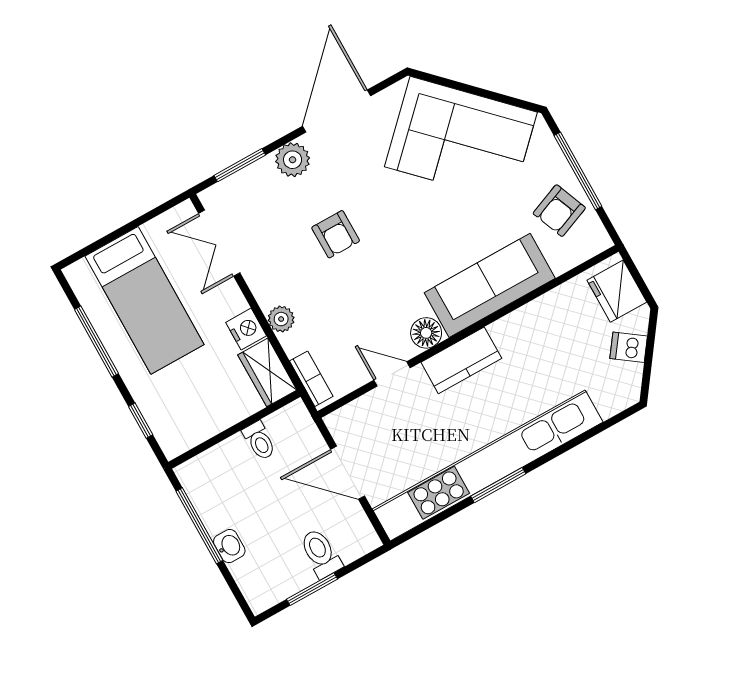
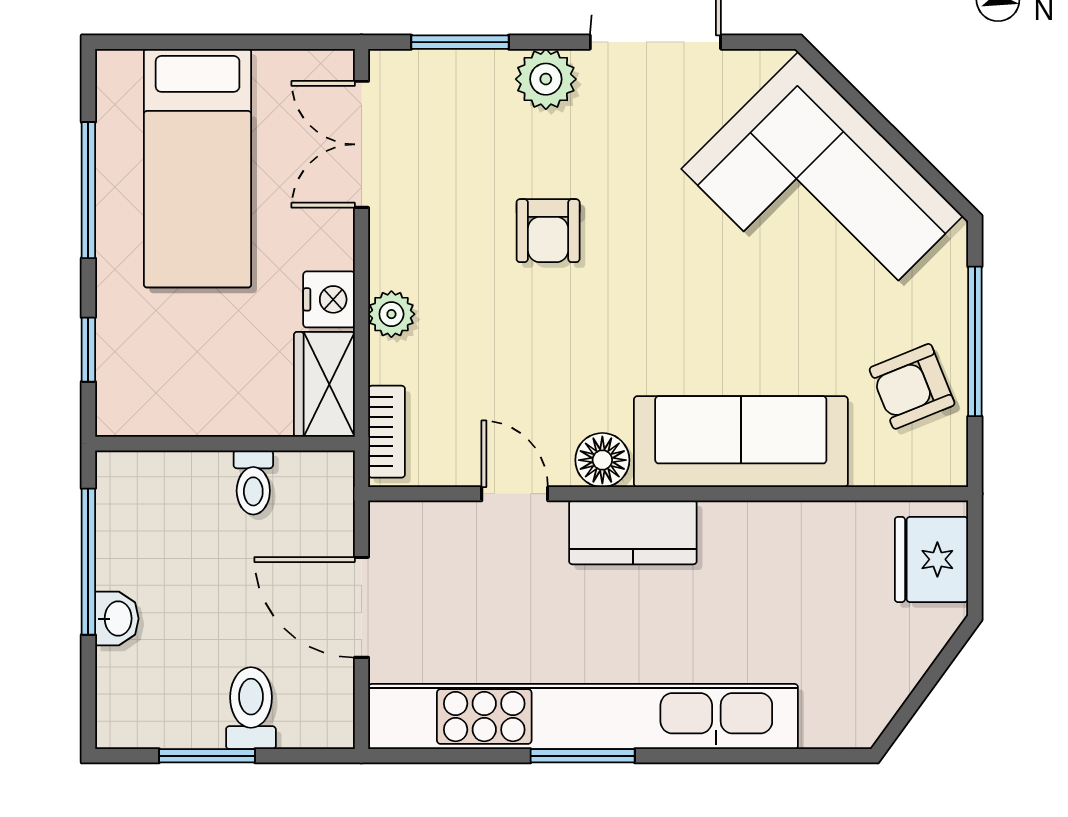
dishwasher: (629, 347) -> (901, 656), removed

